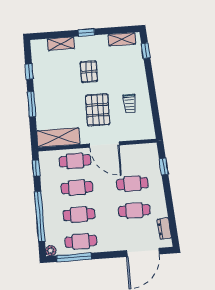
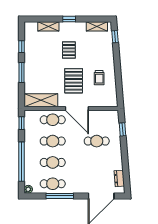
cafe table: (134, 210) -> (97, 162), removed
window: (74, 257) -> (60, 196), moved

